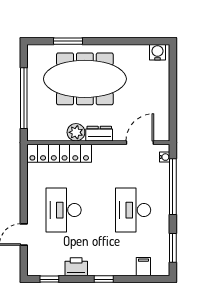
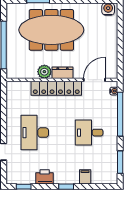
locker: (59, 153) -> (56, 88), moved
desk: (133, 210) -> (89, 133), width x0.73
filing cabinet: (143, 267) -> (85, 177), moved

